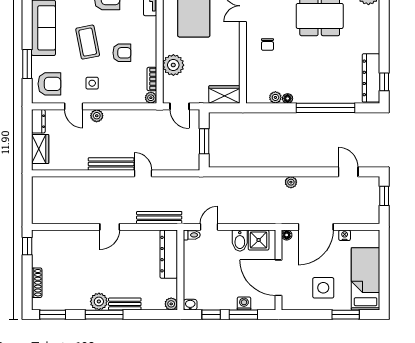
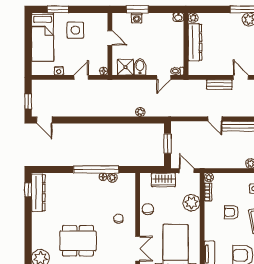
chair: (230, 57) -> (148, 209), added
wardrobe: (224, 95) -> (163, 180), moved
window: (325, 108) -> (96, 170), moved
door: (348, 172) -> (44, 120), moved
plant: (291, 182) -> (140, 112), moved
bench: (159, 218) -> (219, 85), moved, width x0.73
door: (110, 227) -> (241, 77), hinge flipped
door: (316, 227) -> (81, 77), width x0.53
dresser: (169, 254) -> (195, 42), moved
door: (279, 278) -> (110, 38), width x0.53
bench: (125, 304) -> (229, 18), removed
window: (211, 315) -> (162, 9), removed

